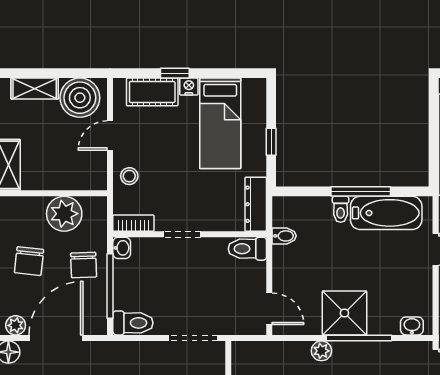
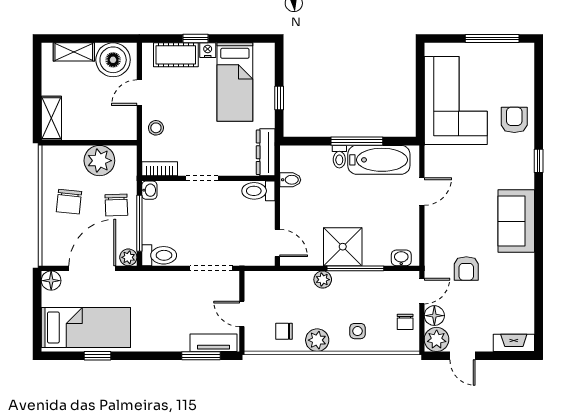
plant: (16, 325) -> (128, 257), moved

